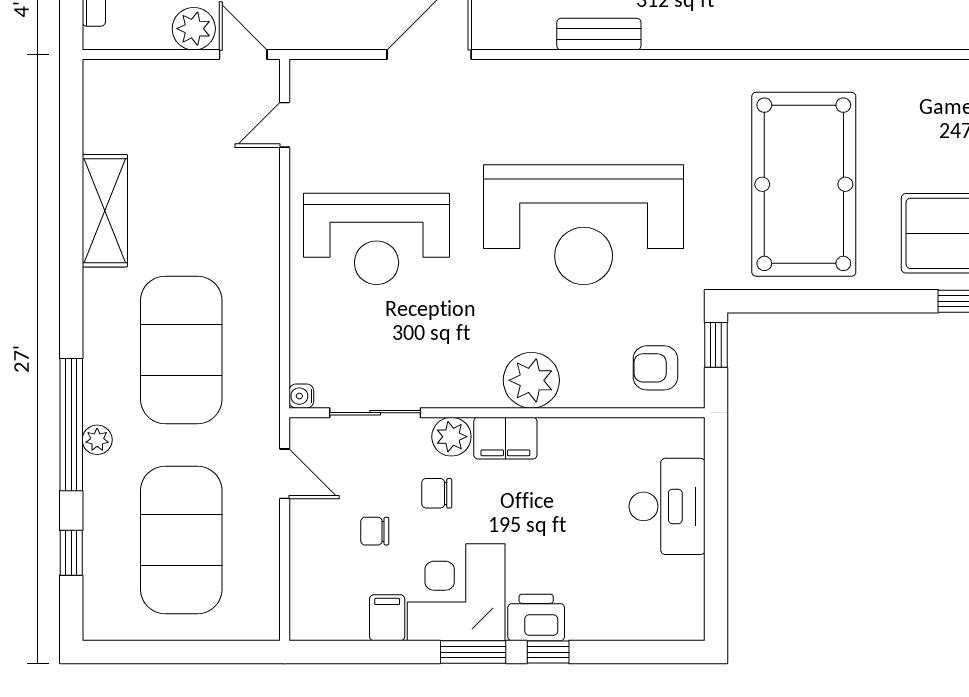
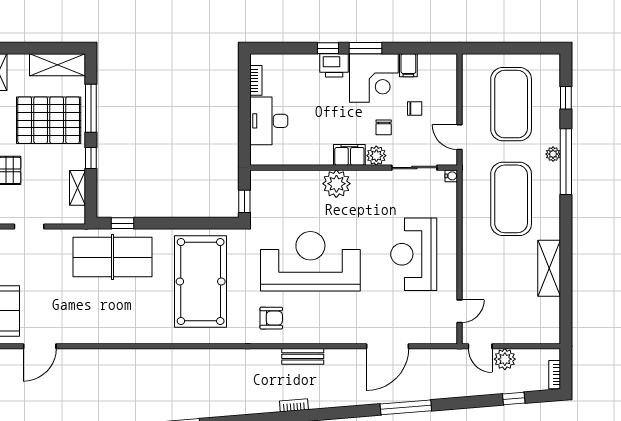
reception desk: (377, 239) -> (414, 254), turned -90
armchair: (655, 368) -> (271, 318), moved
chair: (437, 493) -> (384, 127), turned 90
bookcase: (693, 588) -> (256, 80), added

